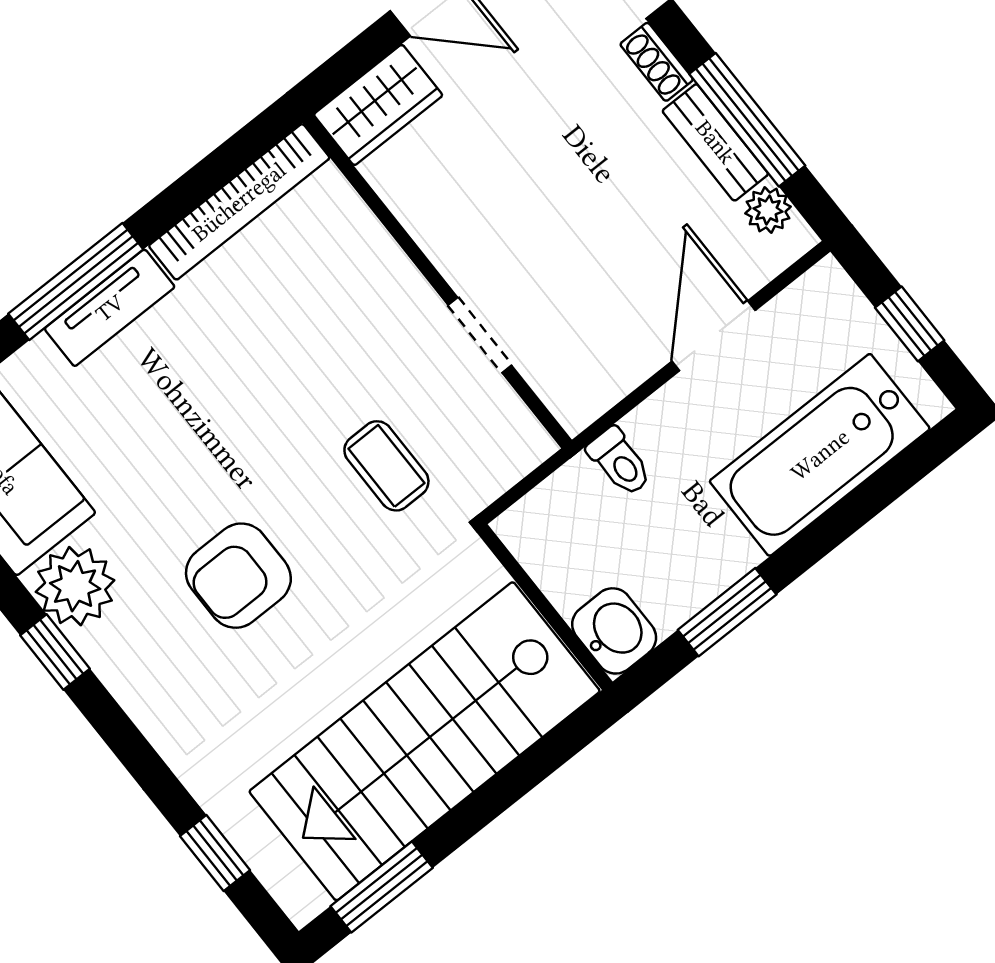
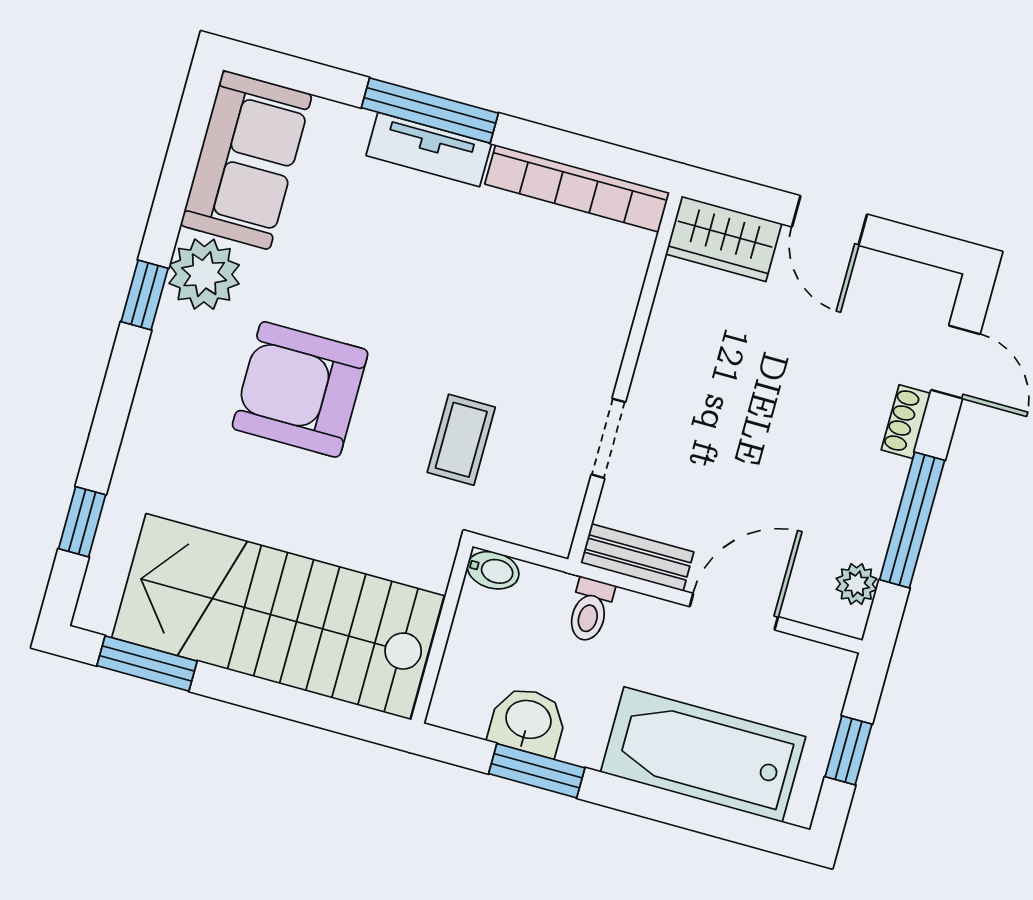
bench: (715, 142) -> (637, 557), moved, turned 90
bidet: (522, 522) -> (493, 570), added
armchair: (238, 576) -> (300, 389), width x1.36, depth x1.36
washbasin: (614, 631) -> (528, 721), moved, turned -90

